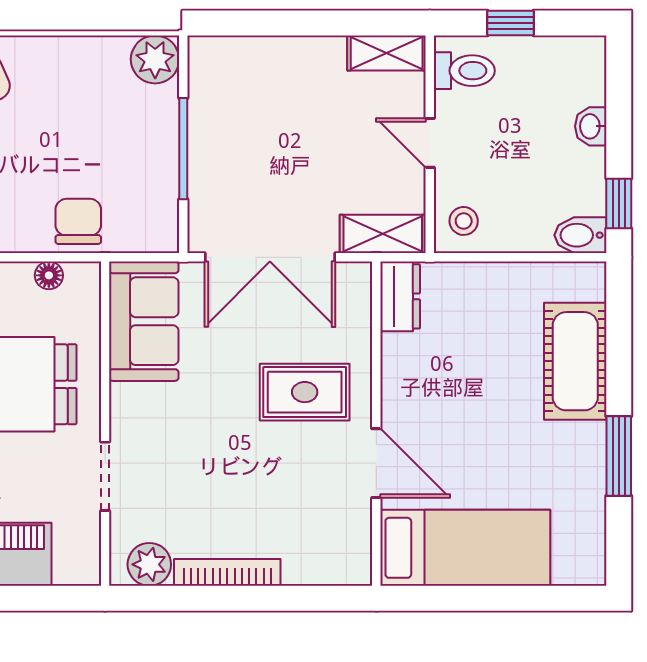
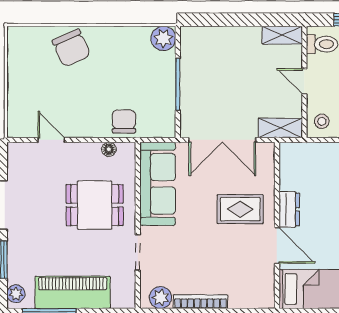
dresser: (400, 296) -> (289, 209), moved
sofa: (144, 321) -> (158, 184), width x1.36

